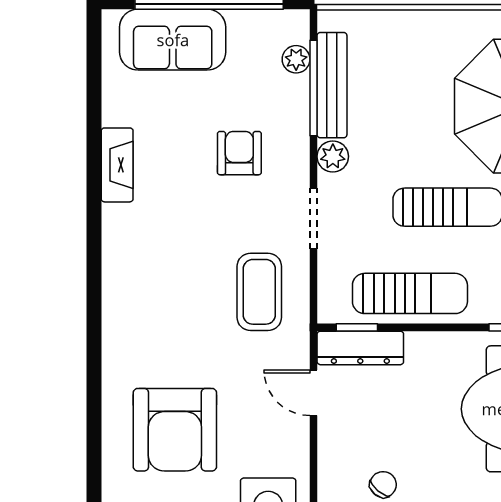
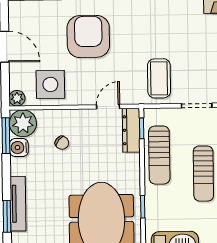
coffee table: (259, 292) -> (159, 78), turned 90
armchair: (175, 430) -> (88, 36), turned 90

